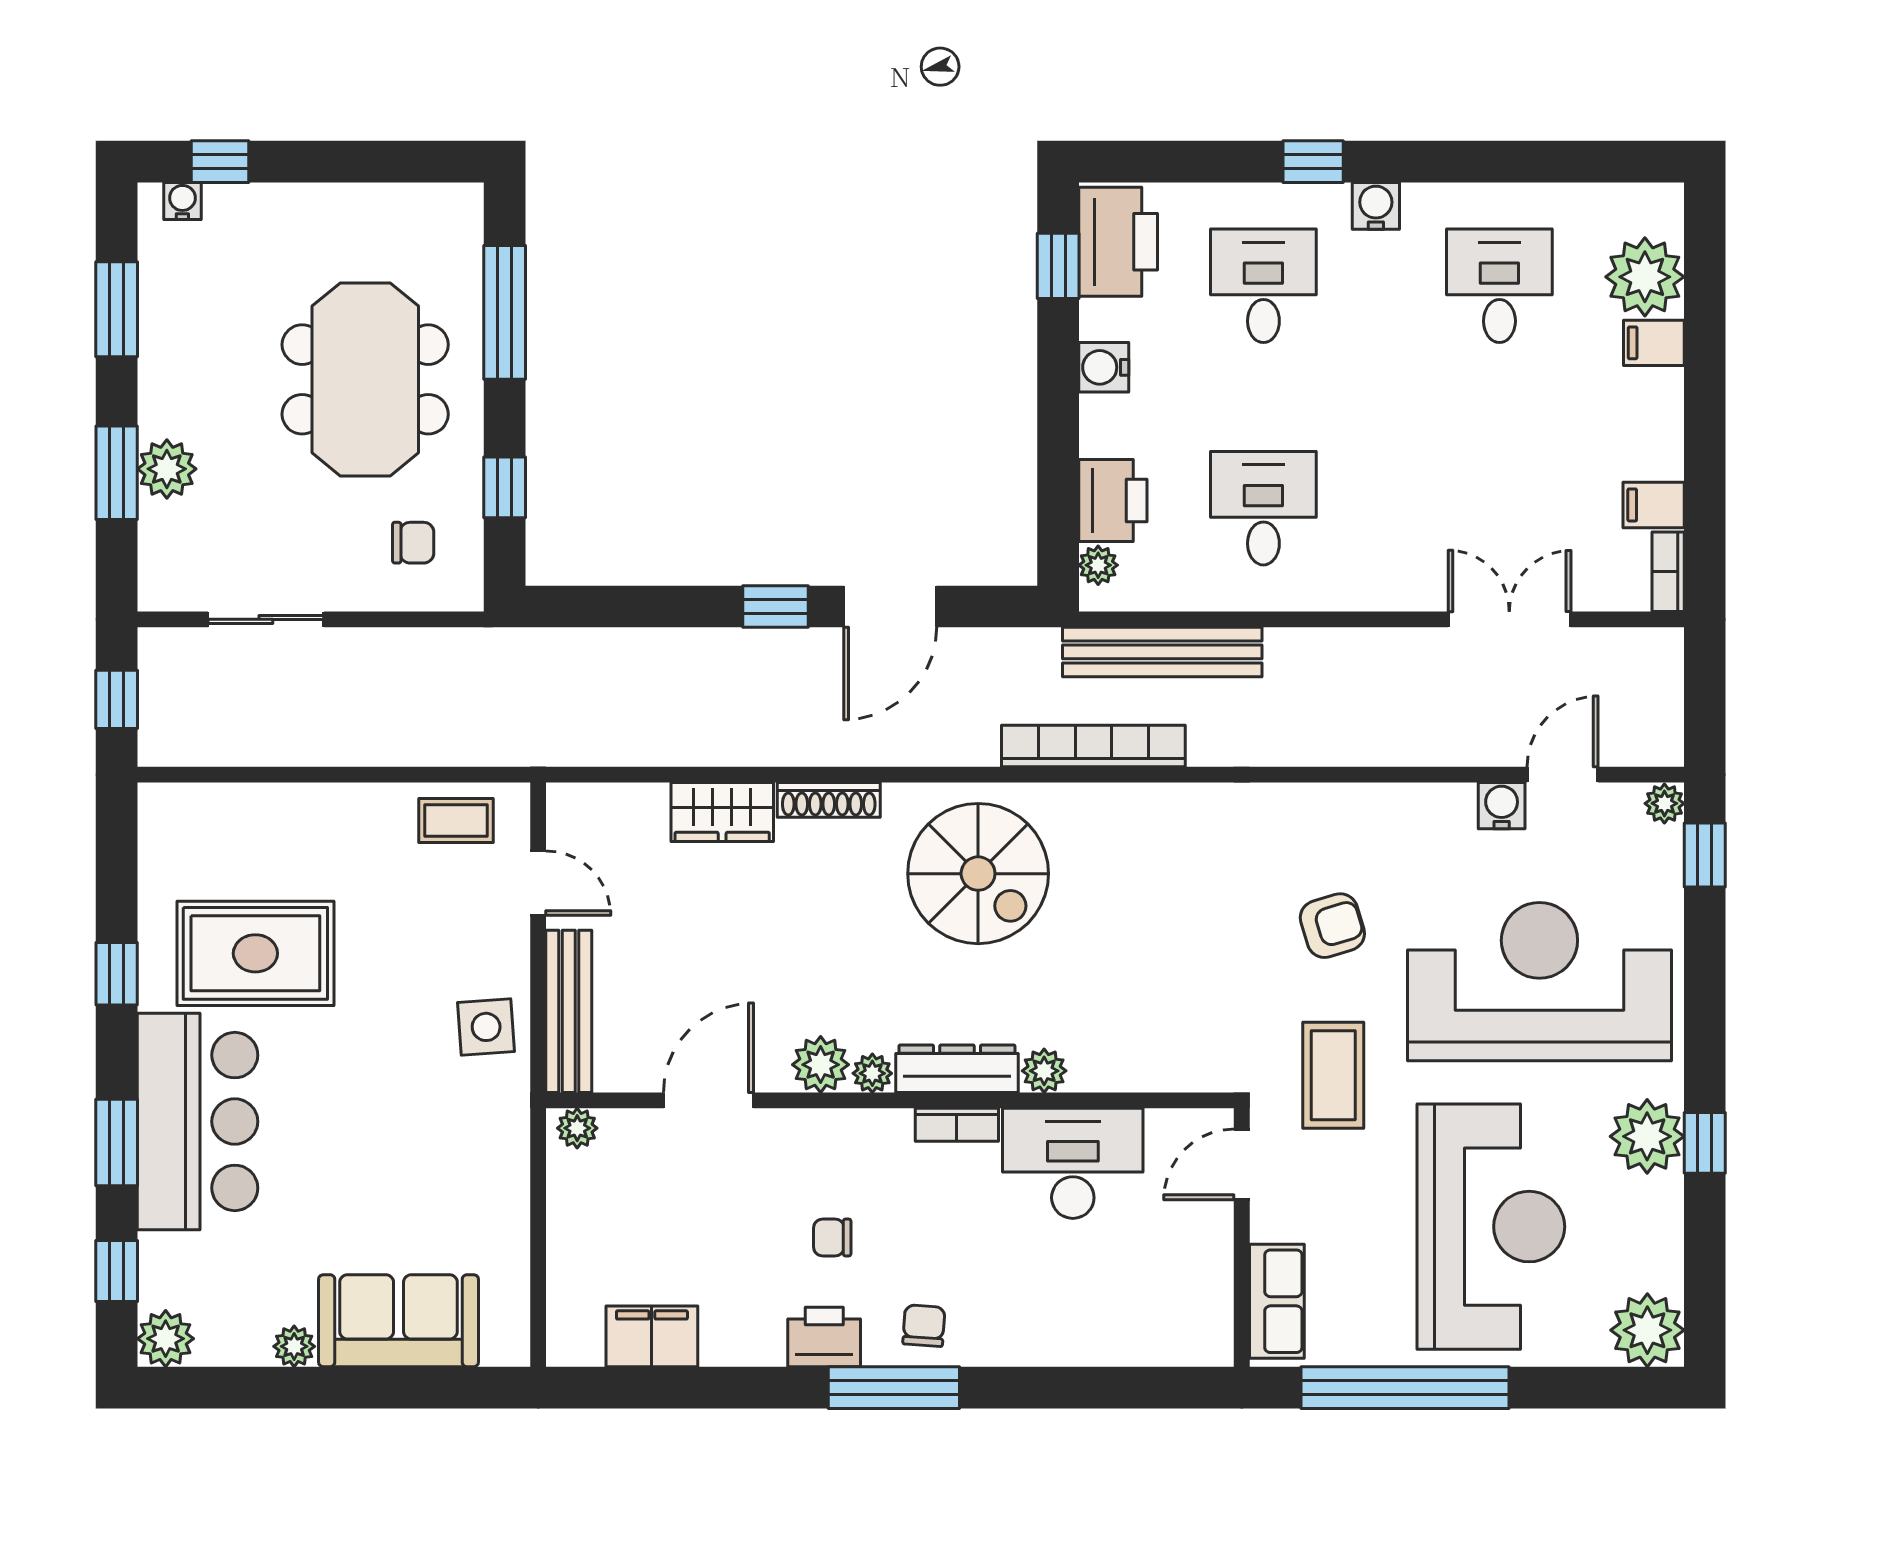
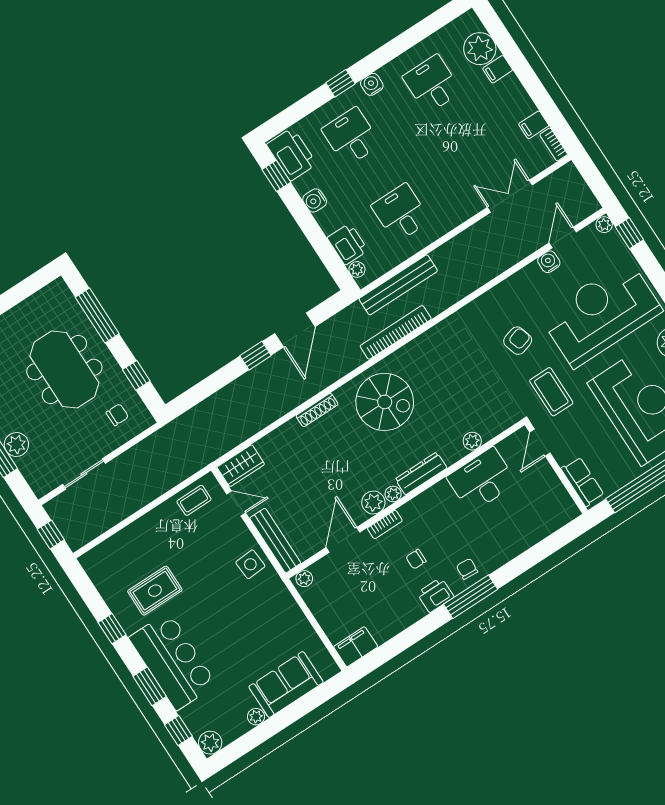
wardrobe: (722, 812) -> (241, 466), moved
rug: (255, 953) -> (155, 591), width x0.73, depth x0.70
plant: (1044, 1071) -> (472, 441), moved
bookcase: (957, 1125) -> (385, 524), moved
filing cabinet: (652, 1336) -> (356, 647), moved

